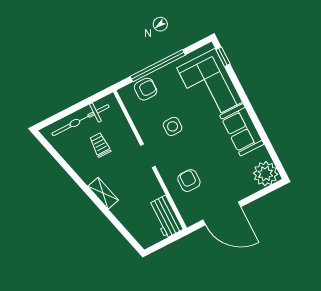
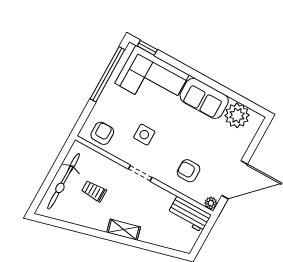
window: (158, 66) -> (107, 74), moved
armchair: (146, 89) -> (102, 133), moved
plant: (265, 174) -> (237, 115), moved
plant: (189, 220) -> (211, 203), added

